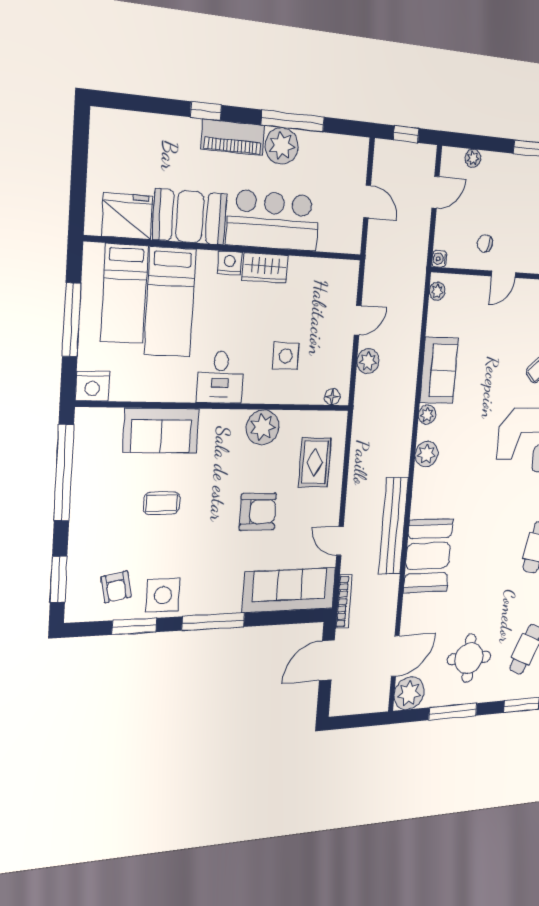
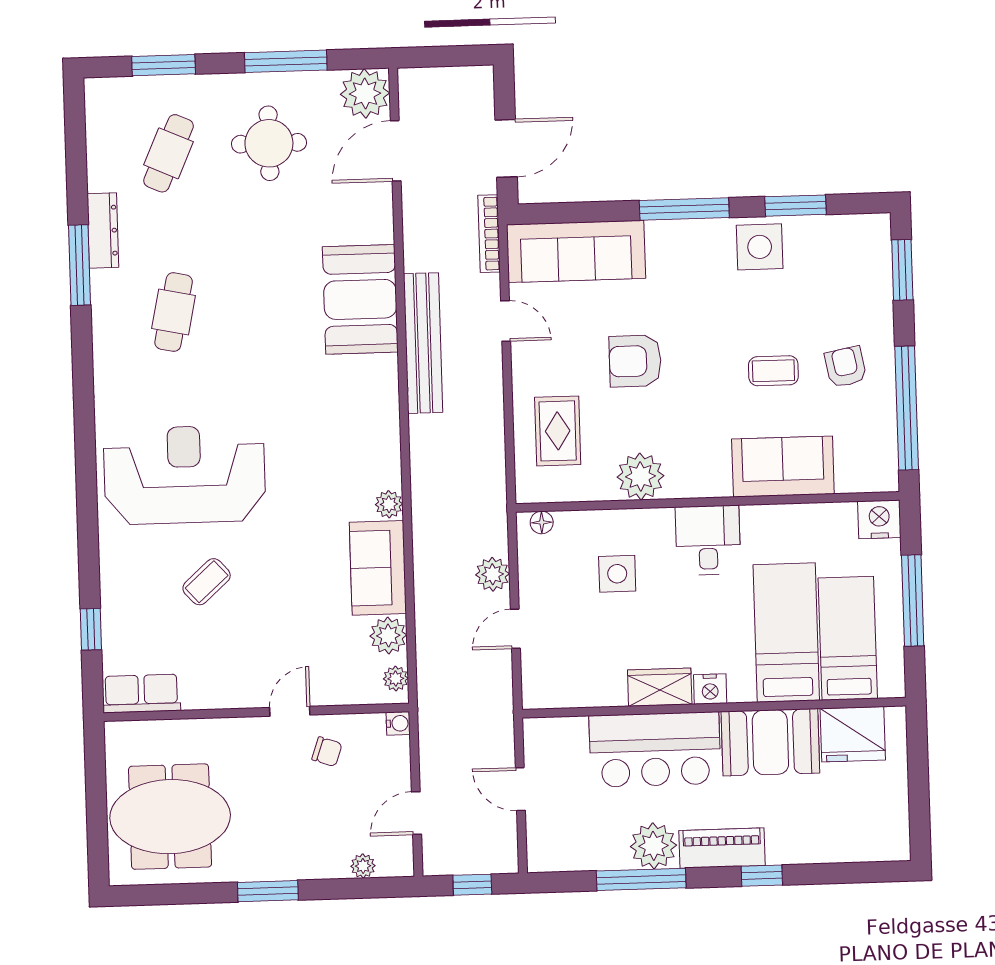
plant: (427, 454) -> (388, 636), moved
armchair: (116, 587) -> (846, 367), moved

